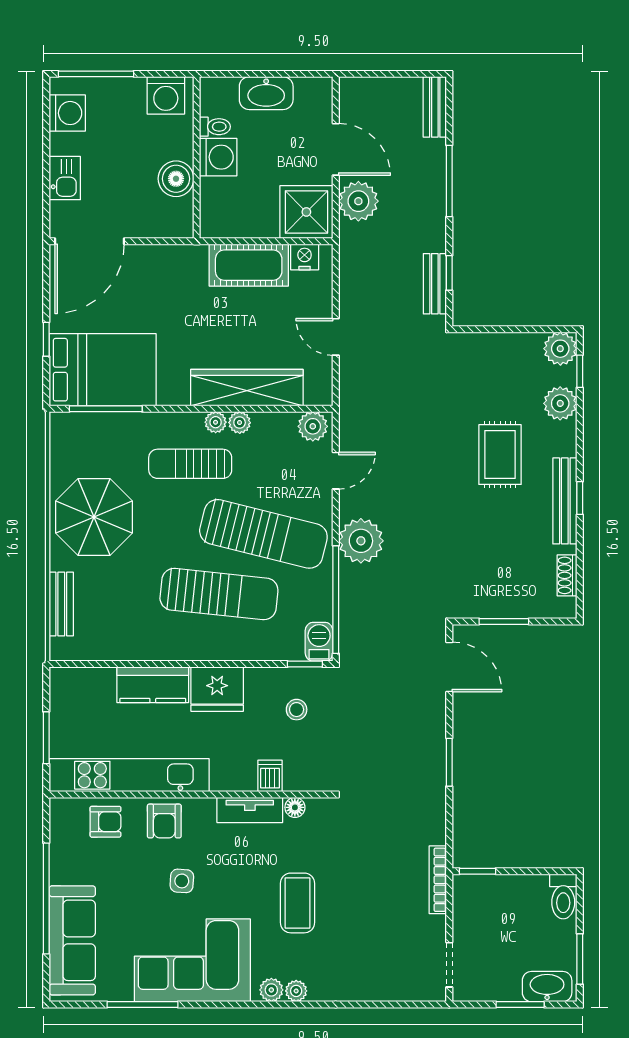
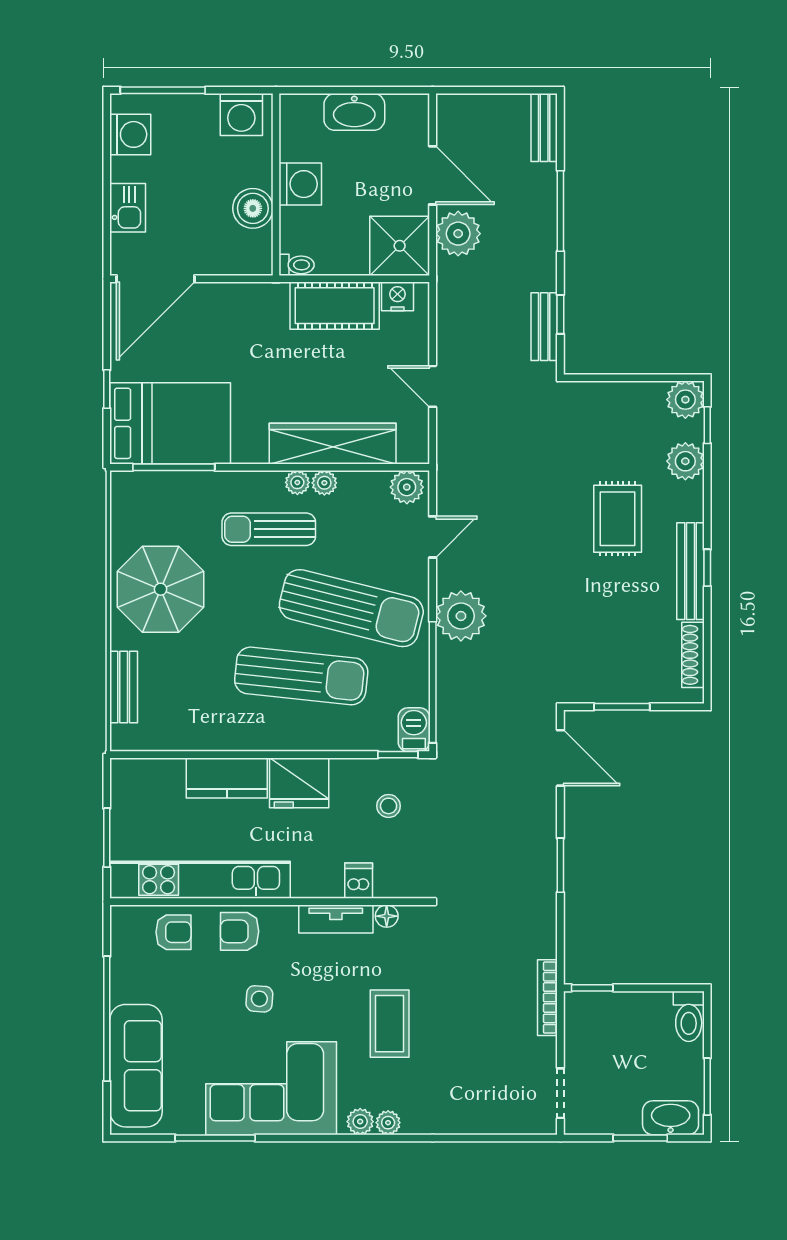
toilet: (215, 127) -> (297, 265), moved
shoe rack: (567, 575) -> (693, 655), width x1.43
armchair: (164, 821) -> (240, 931), turned 90

